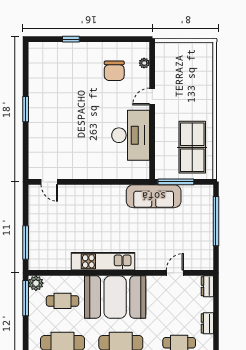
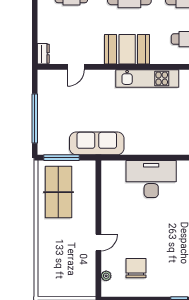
desk: (131, 135) -> (151, 179), moved, turned 90
window: (176, 182) -> (61, 158), moved
booth: (115, 297) -> (127, 49), width x0.73, depth x0.70
dresser: (207, 323) -> (43, 17), removed

